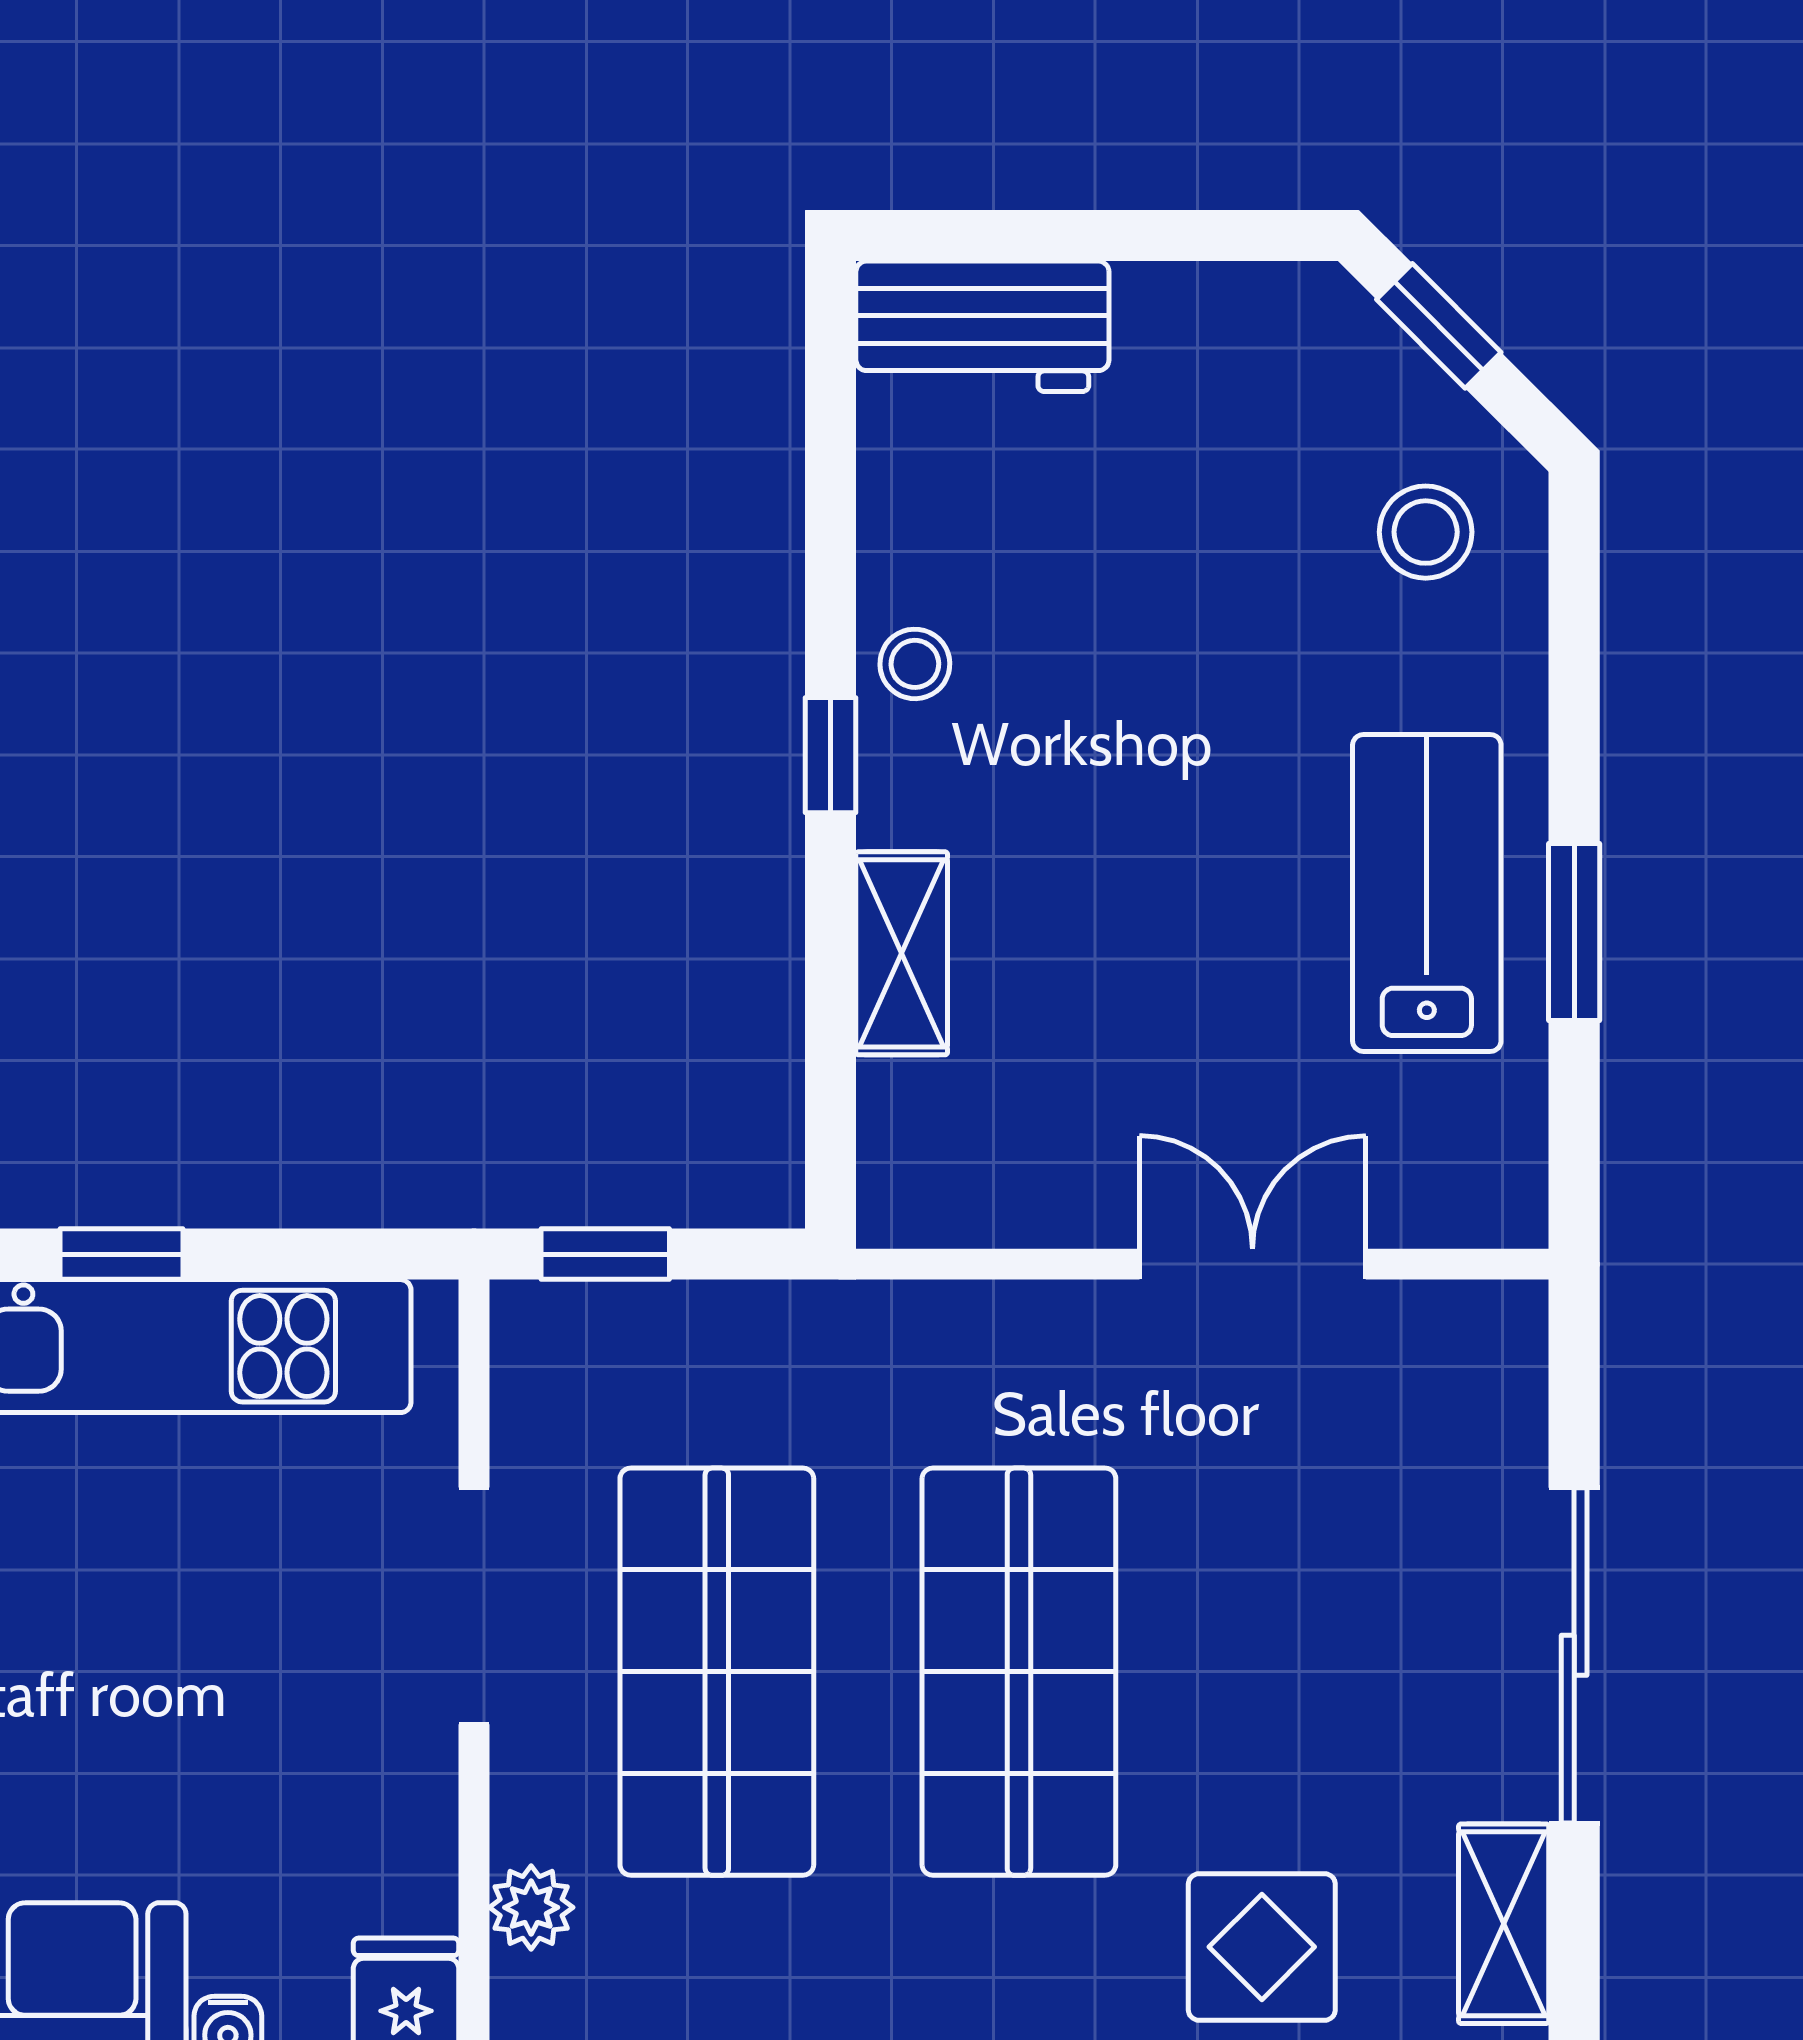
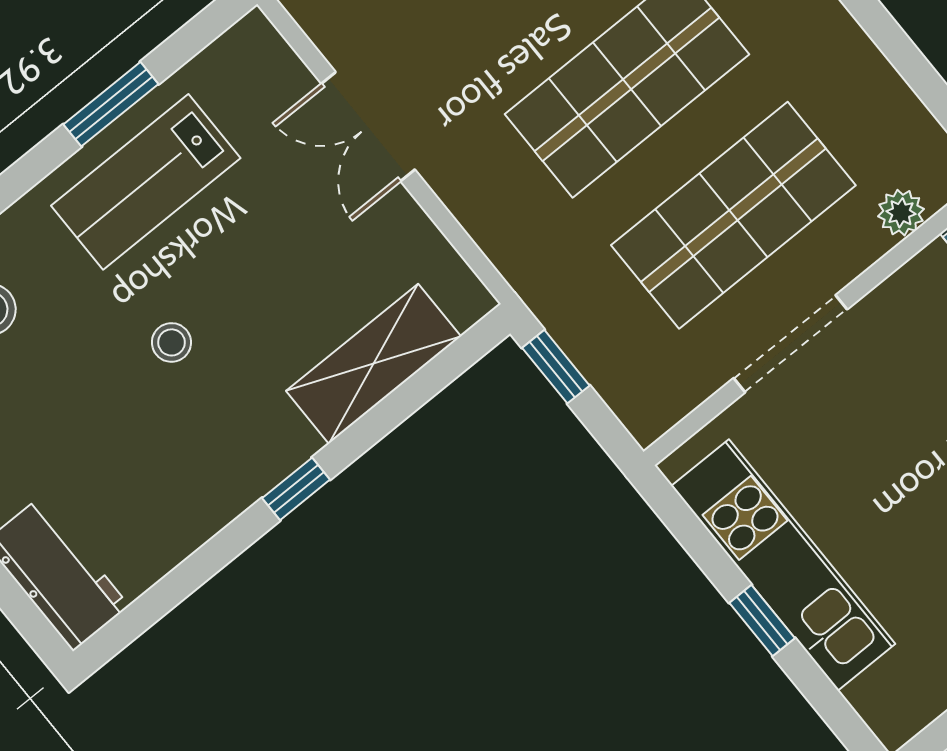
stool: (915, 664) -> (171, 342), moved
shelving: (902, 953) -> (374, 364), width x1.50, depth x1.33
window: (605, 1254) -> (556, 367), moved

